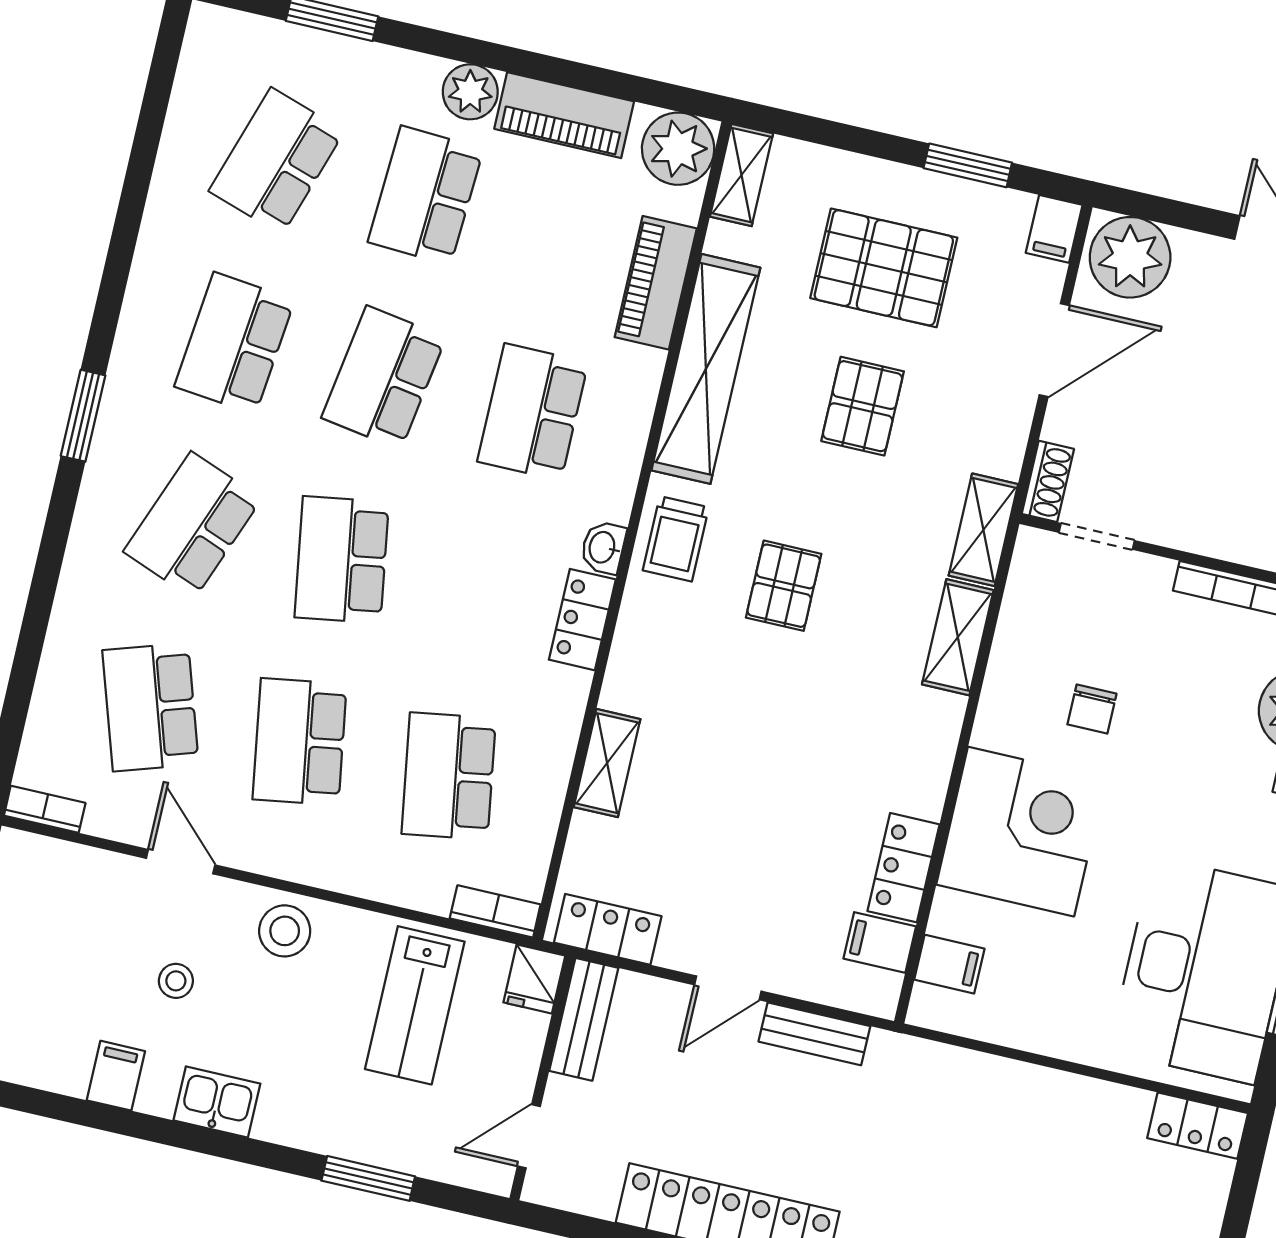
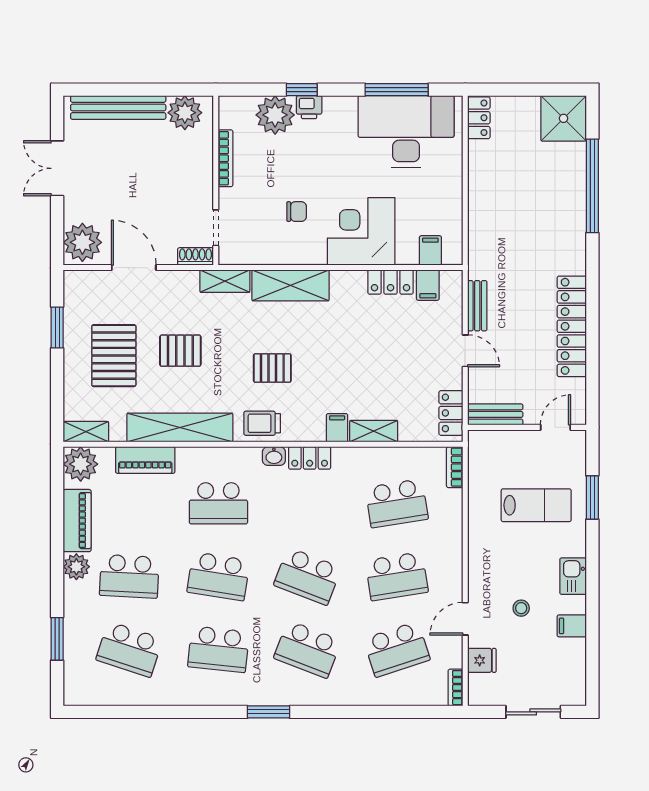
filing cabinet: (1054, 229) -> (337, 428), moved, turned -90
trolley: (676, 539) -> (262, 423), turned 180
school desk: (342, 560) -> (308, 576), turned 30
shelving: (958, 637) -> (290, 285), width x1.50, depth x1.33
stool: (285, 931) -> (486, 563), removed
fridge: (534, 979) -> (482, 660), moved
lab bench: (415, 1005) -> (536, 505), moved
door: (529, 1136) -> (556, 427), swing flipped

